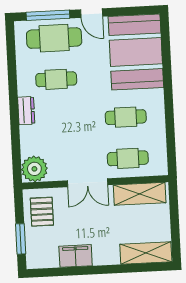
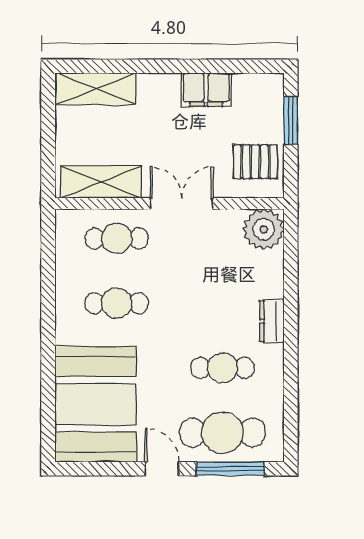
pallet: (42, 212) -> (255, 162), turned 90

